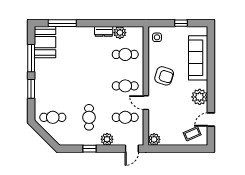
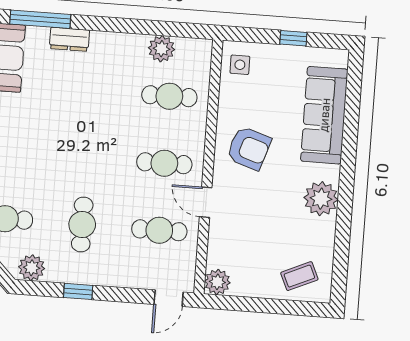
dresser: (104, 31) -> (69, 39), moved
door: (211, 120) -> (342, 249), removed
plant: (107, 139) -> (32, 268), moved

